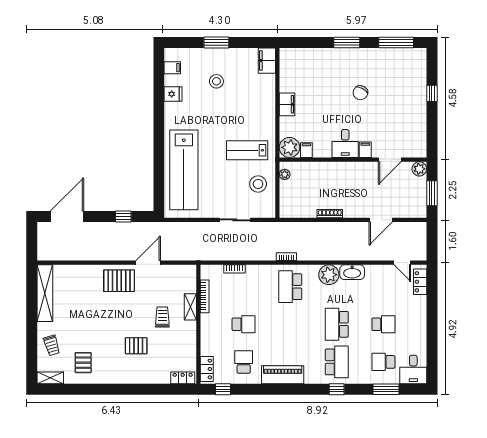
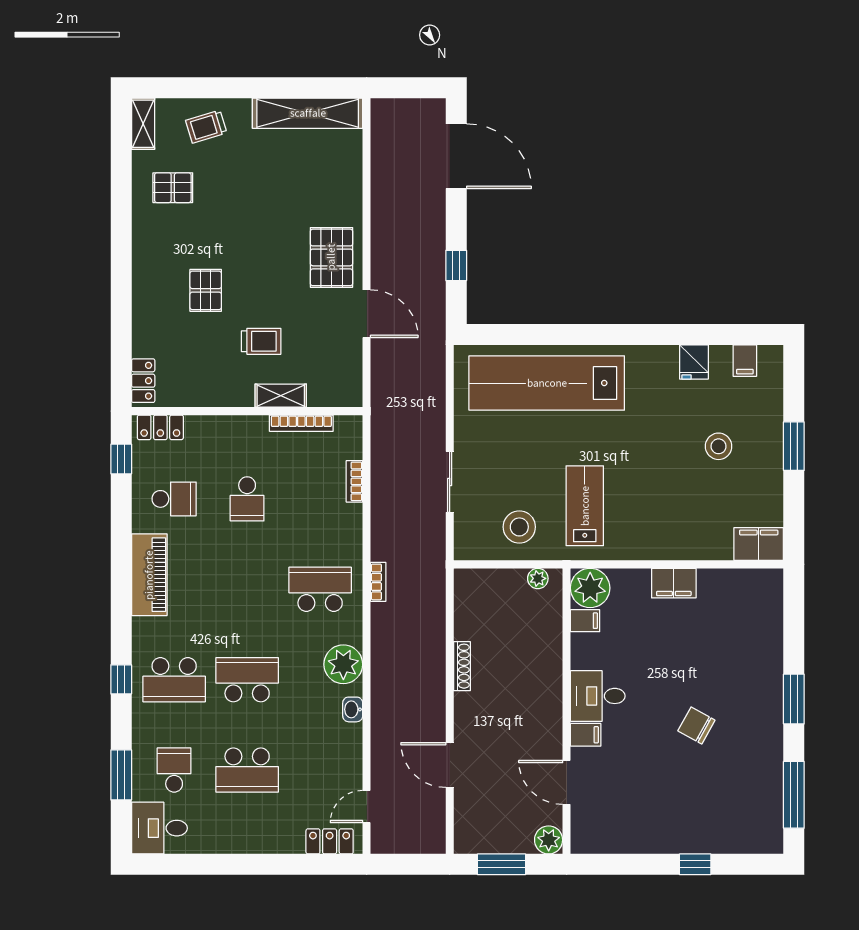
washbasin: (352, 272) -> (353, 709), width x0.52, depth x0.69
school desk: (383, 324) -> (247, 770), width x1.85

